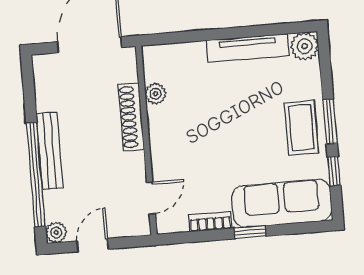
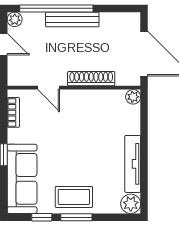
plant: (155, 94) -> (133, 97), moved
door: (151, 198) -> (49, 88), moved
bookcase: (210, 222) -> (13, 112), moved

